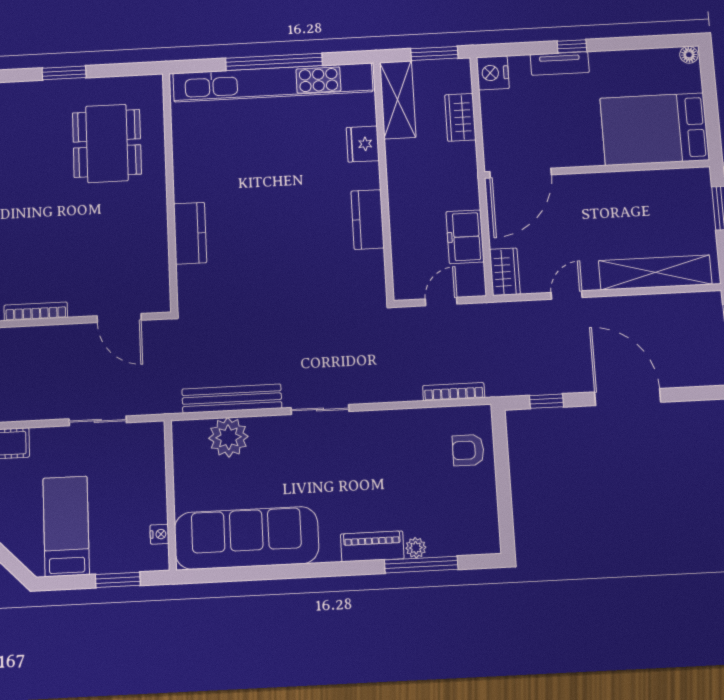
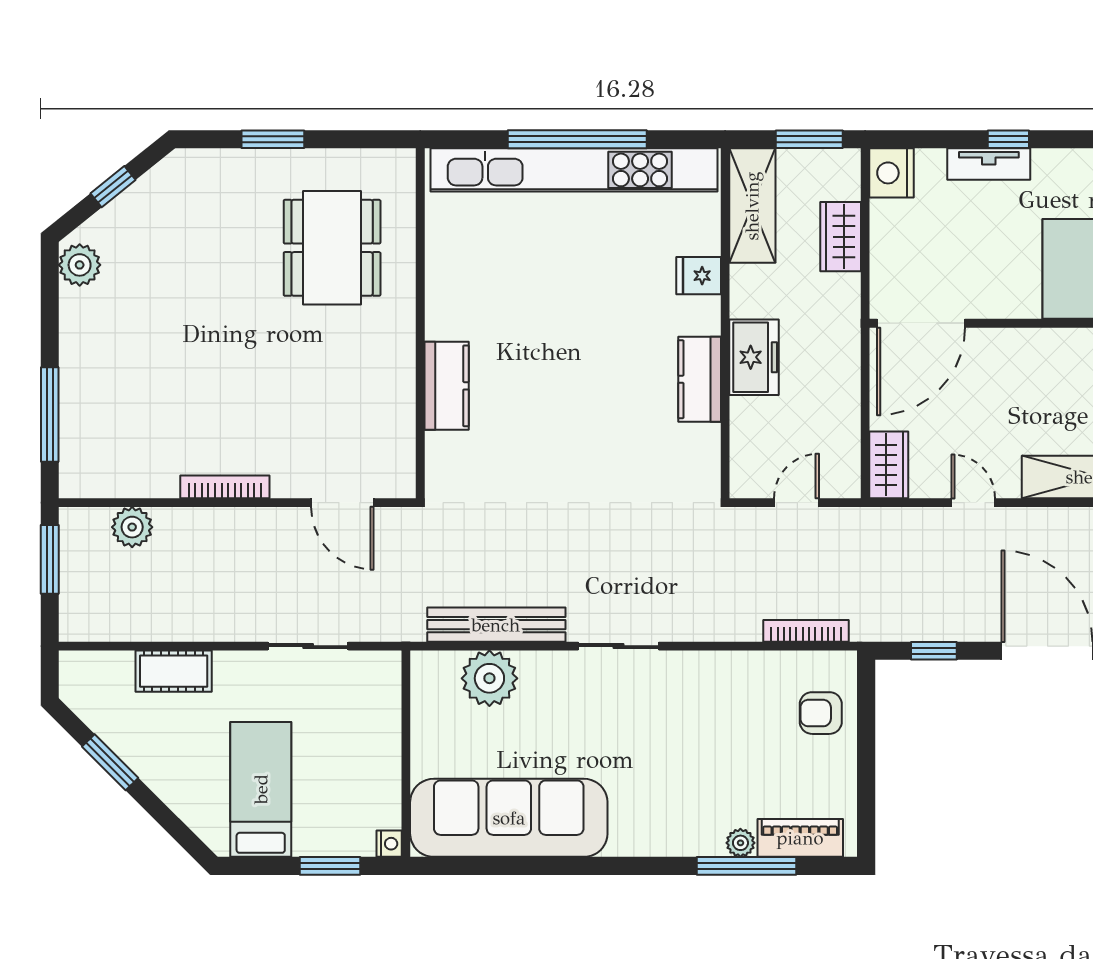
fridge: (363, 144) -> (699, 276), width x0.72
freezer: (465, 237) -> (754, 357), moved, turned 180
door: (567, 295) -> (973, 503), hinge flipped
nightstand: (159, 534) -> (389, 844), moved
piano: (372, 546) -> (800, 838), moved

